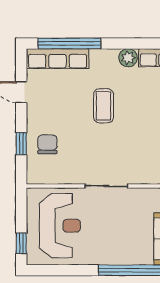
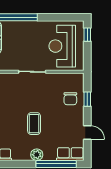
plant: (128, 58) -> (37, 155), moved
row of seats: (58, 59) -> (70, 154), width x0.68

